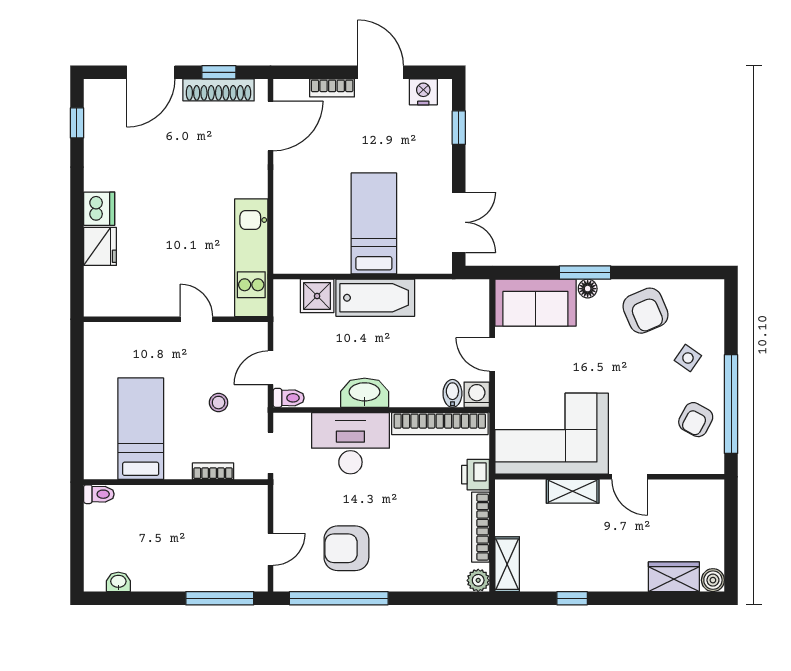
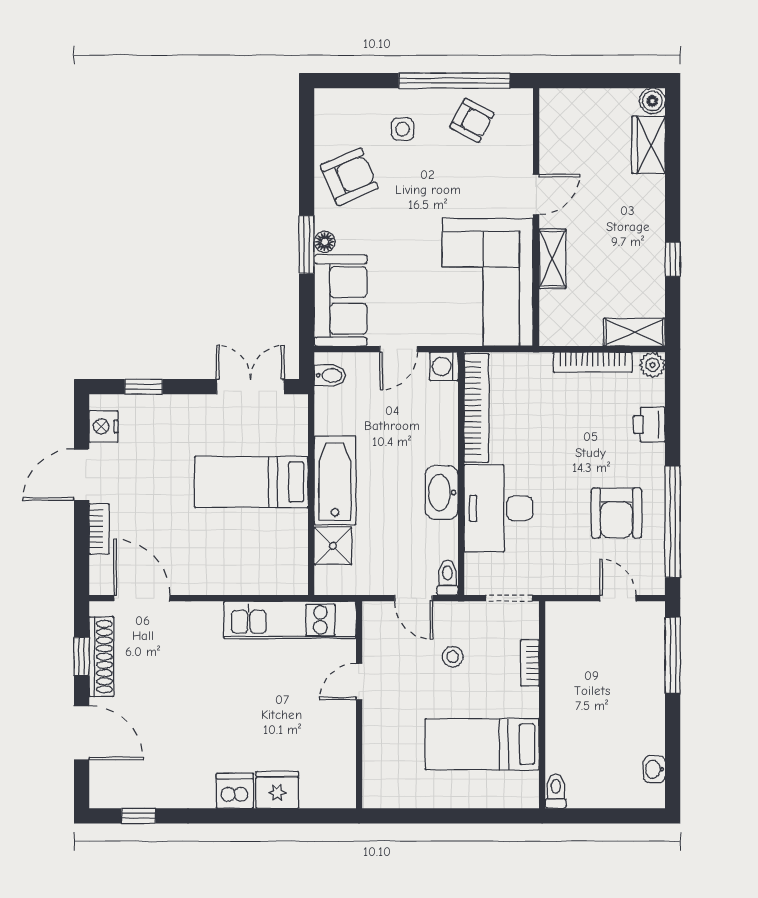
side table: (688, 358) -> (403, 129), turned -35
bidet: (452, 393) -> (330, 375), moved, turned 180
printer: (475, 475) -> (649, 425), moved, turned 90

